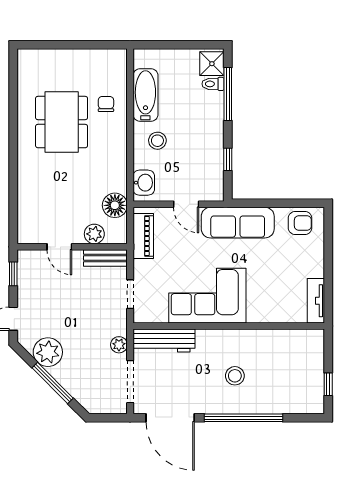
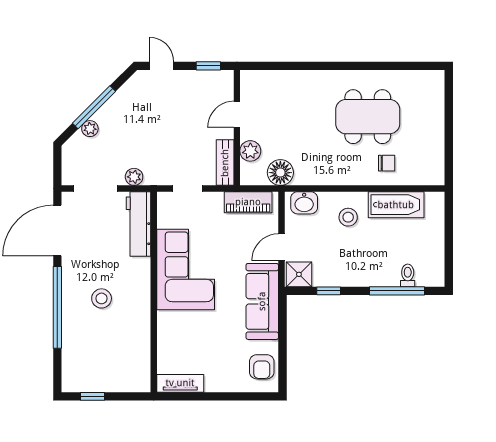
shower: (212, 64) -> (299, 274), moved
plant: (48, 352) -> (90, 129), moved, width x0.53, depth x0.53

